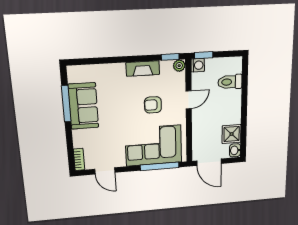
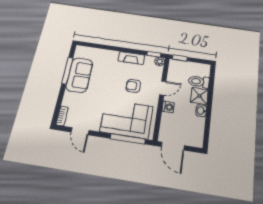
washing machine: (198, 65) -> (168, 107), moved
shower: (232, 134) -> (199, 96), moved
washbasin: (235, 150) -> (201, 111), moved

